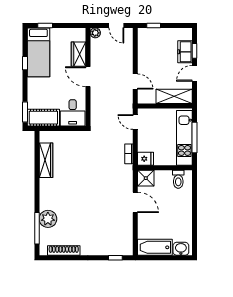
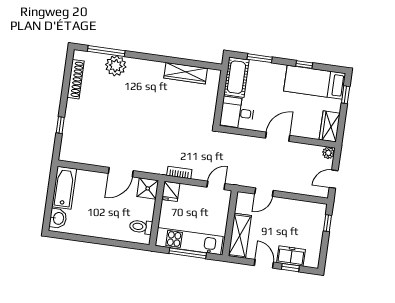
wardrobe: (78, 54) -> (330, 126), moved, turned -90
window: (25, 112) -> (260, 58), moved
window: (115, 258) -> (60, 125), moved

